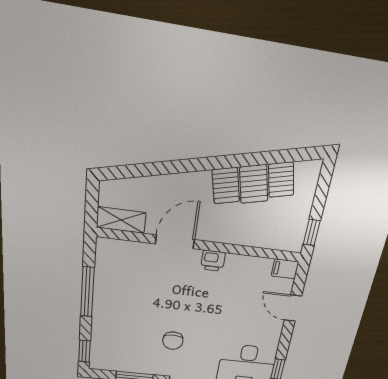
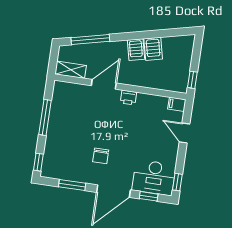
window: (151, 169) -> (90, 40), added
server rack: (281, 180) -> (170, 46), removed

